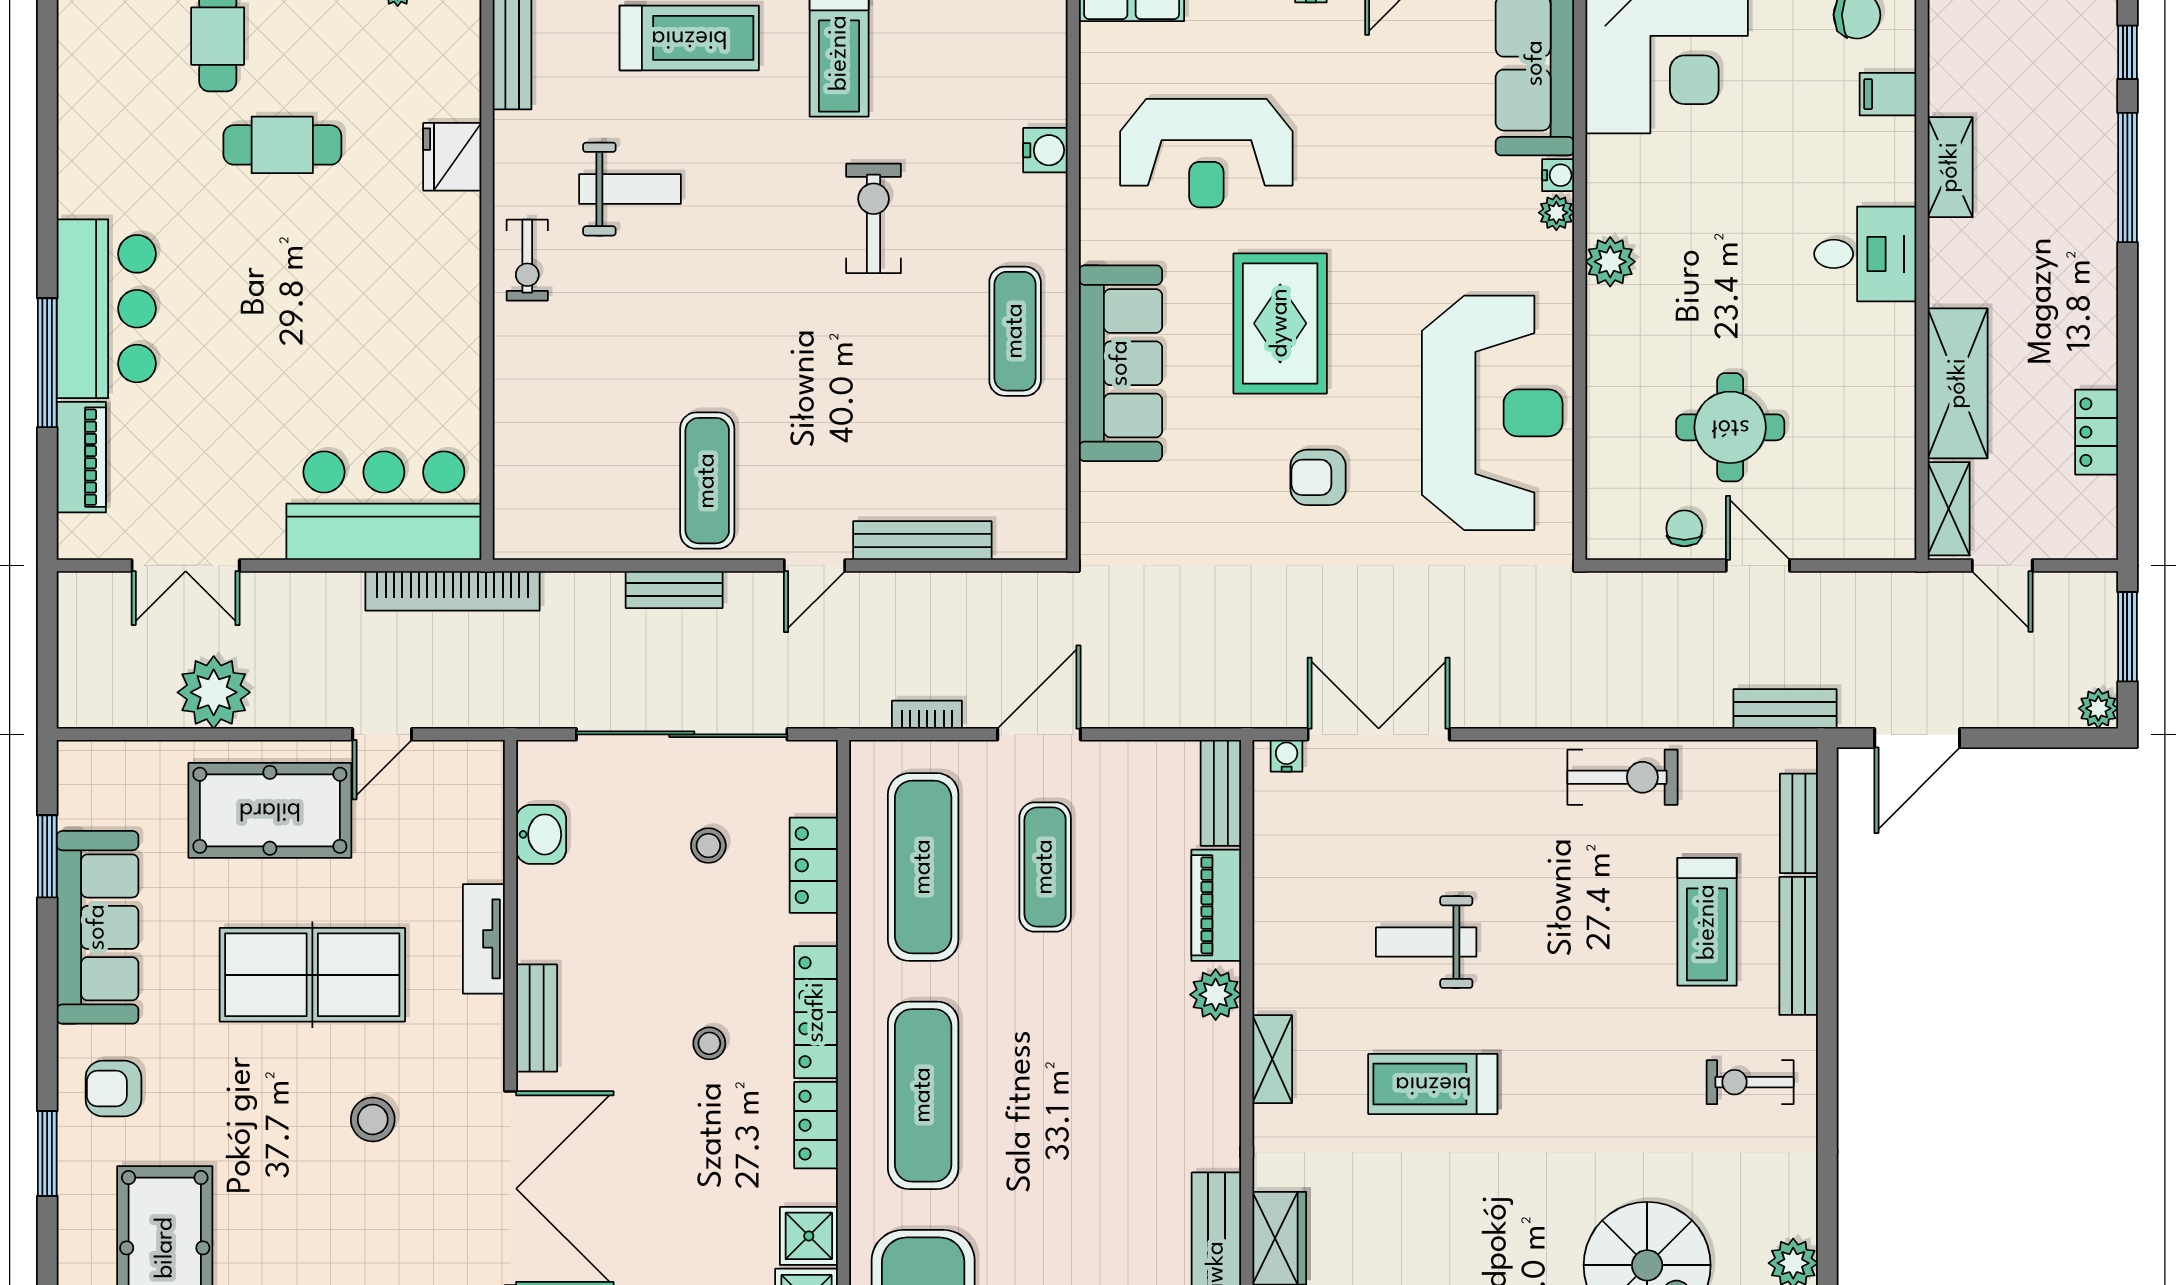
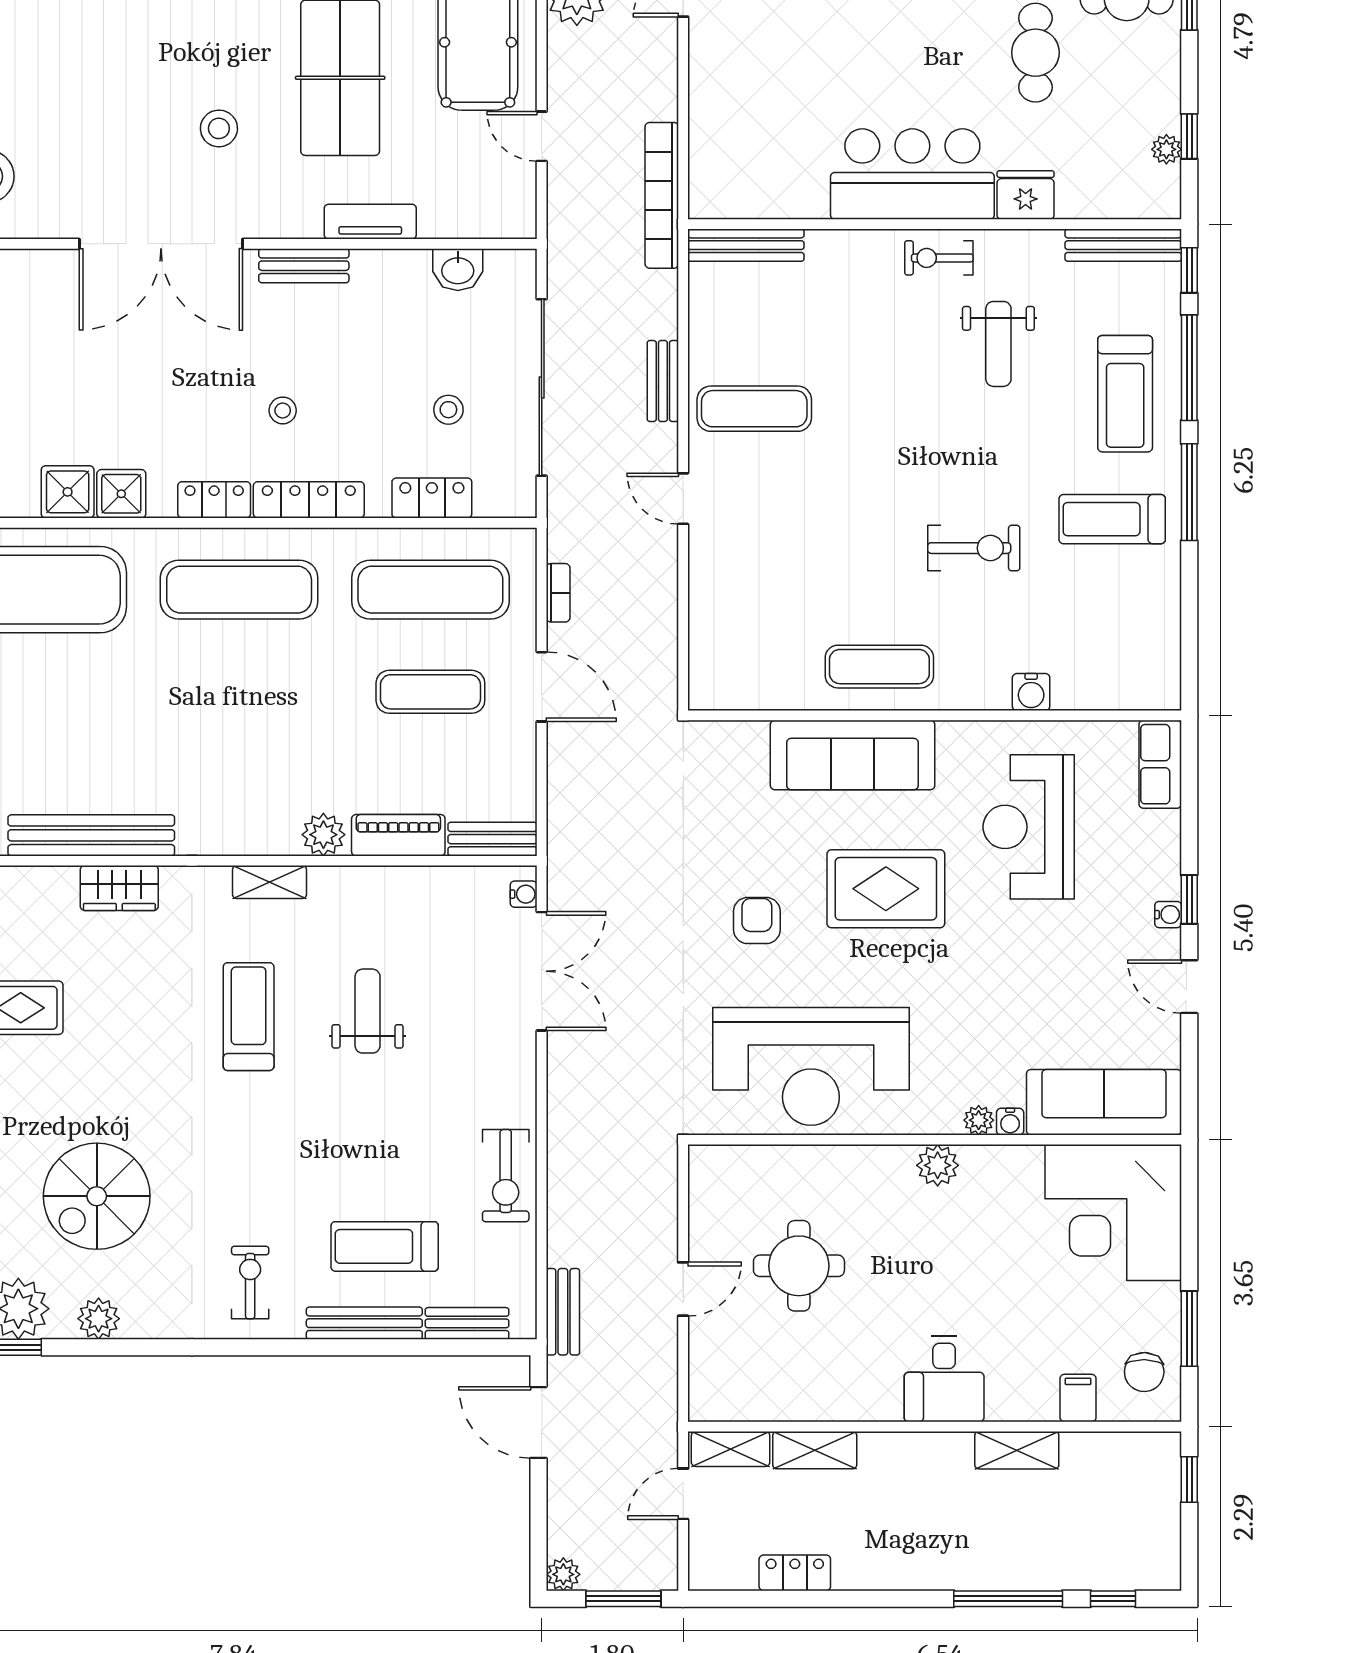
shelving: (1958, 383) -> (815, 1450), width x0.67, depth x0.75
bar counter: (384, 506) -> (912, 174), moved, turned -90
chair: (1684, 528) -> (714, 1227), removed
bench: (922, 540) -> (746, 245), moved, turned 90

